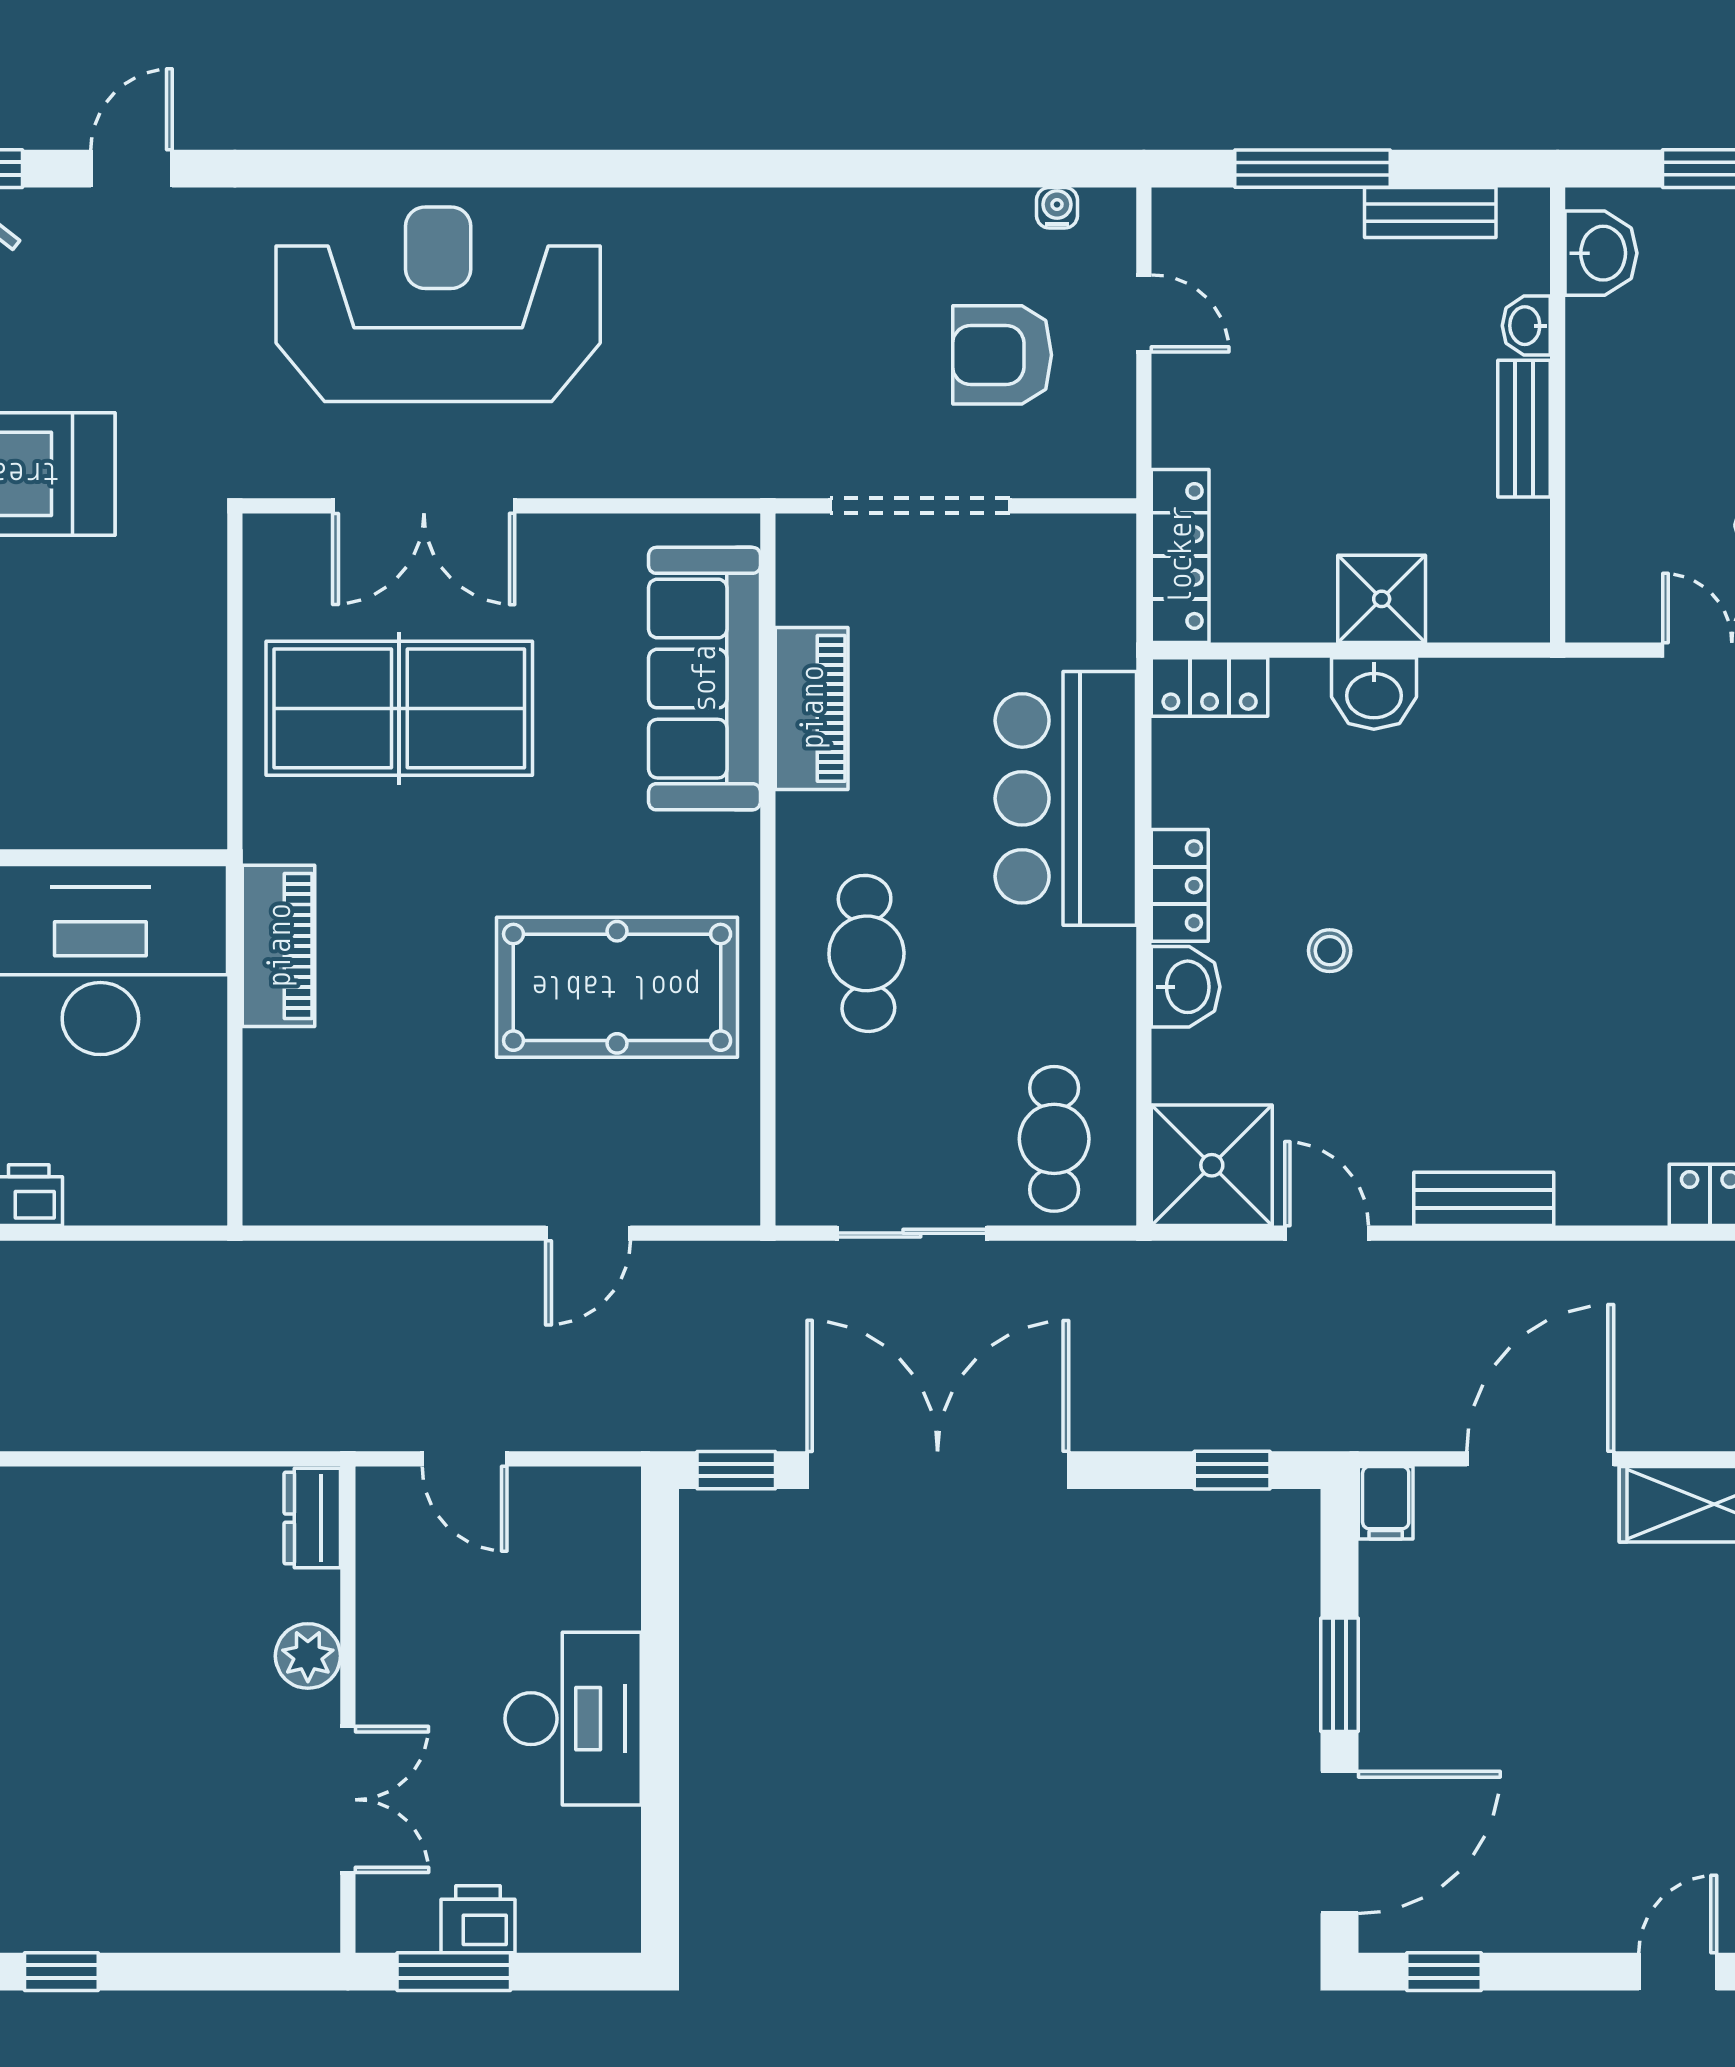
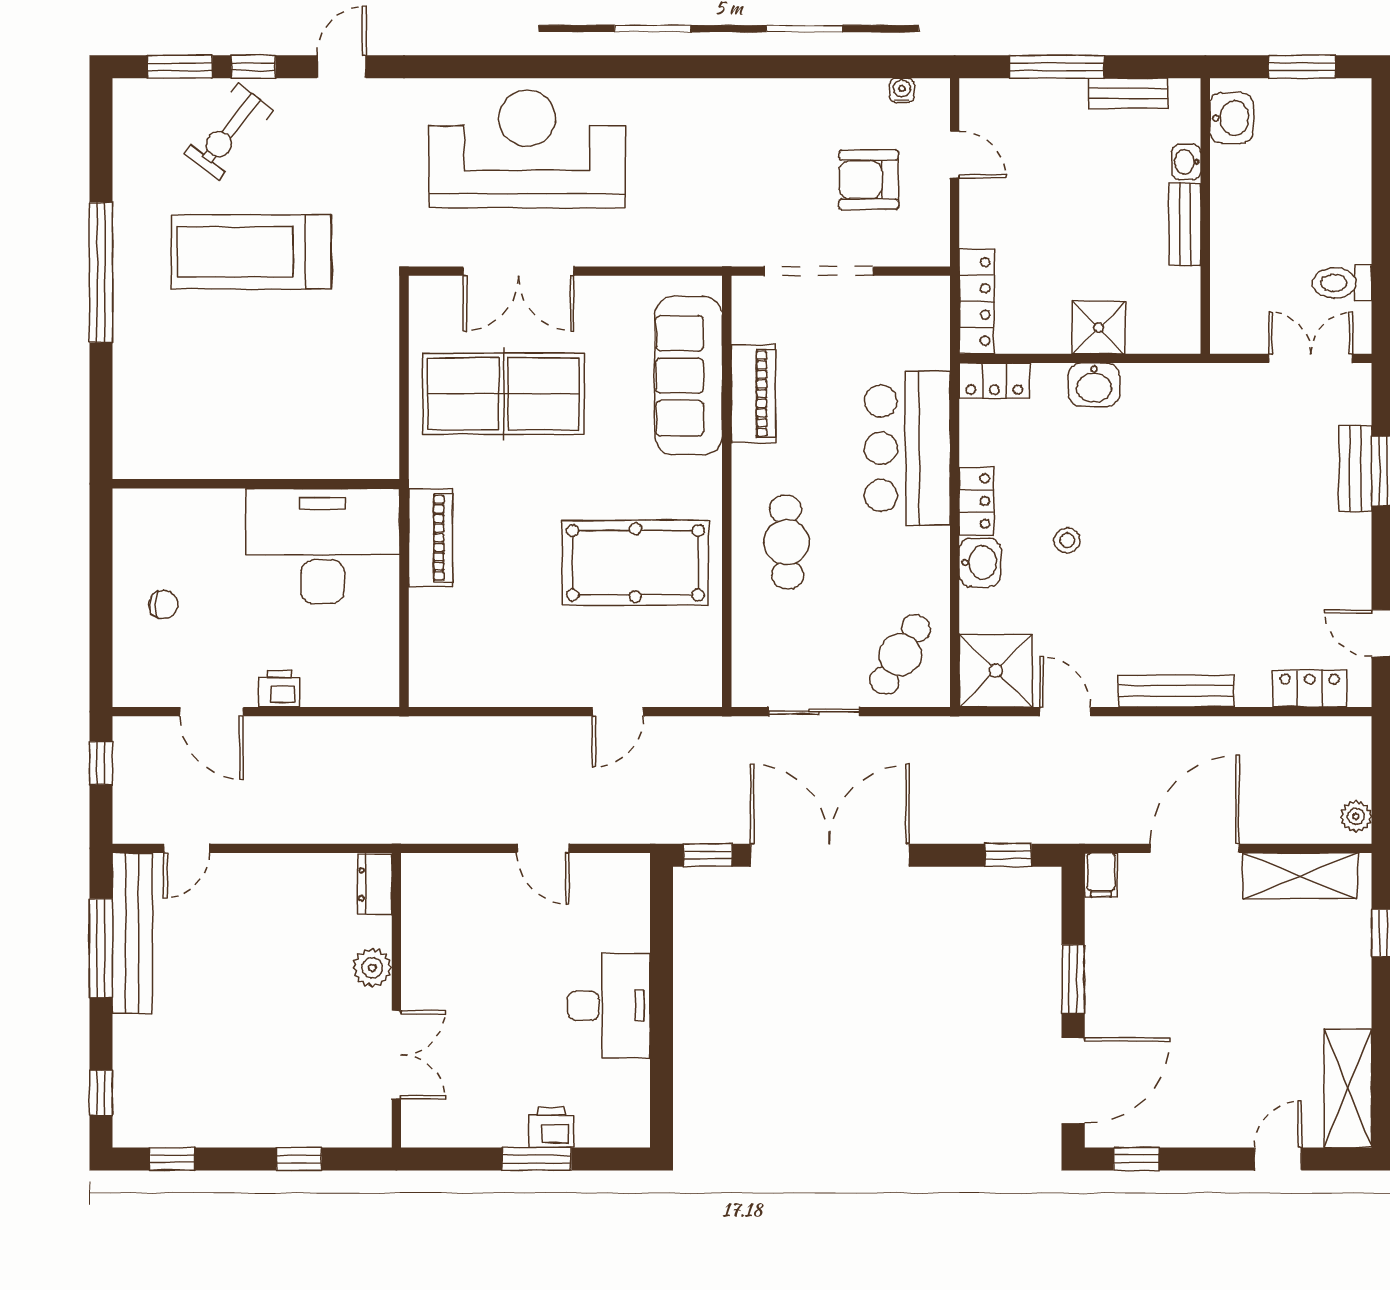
cafe table: (1054, 1139) -> (900, 655), turned 31
bench: (1484, 1199) -> (1176, 691), width x1.36
dresser: (312, 1518) -> (375, 884), moved
plant: (308, 1656) -> (372, 968), moved
wall: (348, 1710) -> (396, 1000), moved
double door: (348, 1800) -> (396, 1055), moved

